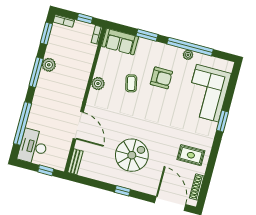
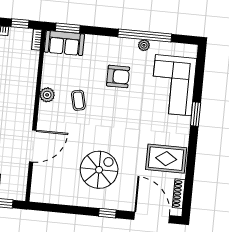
window: (147, 35) -> (68, 28), moved
coffee table: (131, 83) -> (78, 100), moved
door: (78, 125) -> (33, 146), hinge flipped
rug: (191, 155) -> (166, 159), width x1.36, depth x1.43
bench: (75, 162) -> (36, 188), removed
window: (122, 191) -> (107, 213), moved

